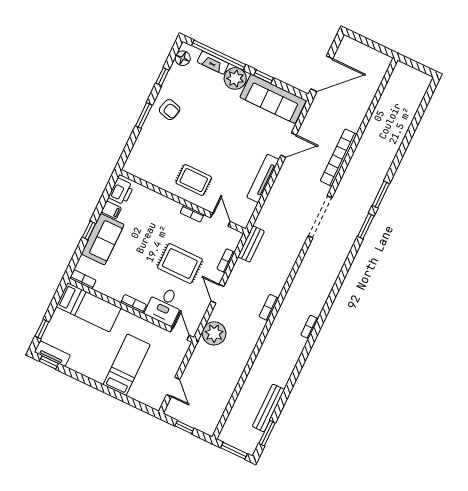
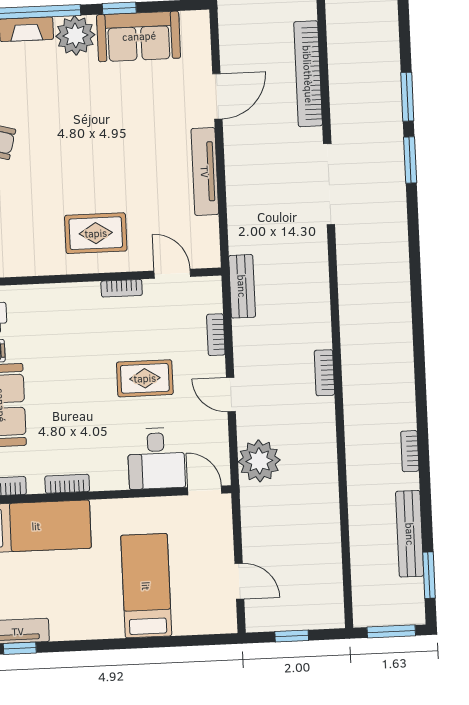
sofa: (273, 99) -> (139, 36), width x0.73
rug: (180, 263) -> (145, 378), width x0.73, depth x0.70
bookcase: (134, 304) -> (67, 484), moved
bookcase: (309, 327) -> (410, 451), moved

